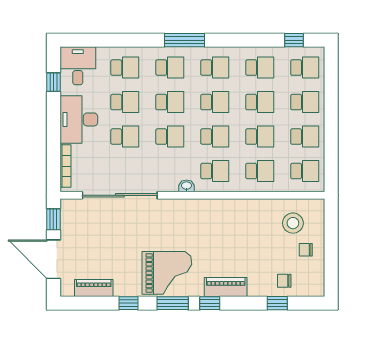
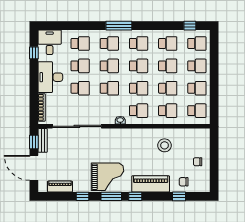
bench: (67, 217) -> (43, 140), added
stool: (293, 223) -> (165, 145), moved
piano: (226, 287) -> (151, 184), width x1.37, depth x1.33

